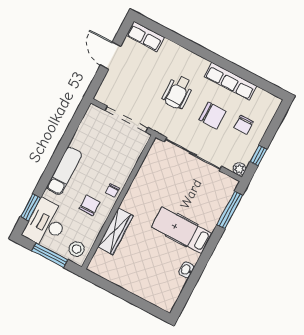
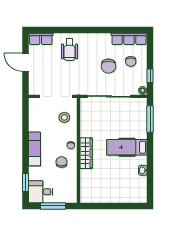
row of seats: (230, 81) -> (129, 39), moved
wheelchair: (178, 92) -> (69, 50), moved
chair: (213, 116) -> (108, 66), turned 90
desk: (46, 224) -> (41, 192), width x0.73
wardrobe: (115, 231) -> (86, 153), moved
stool: (77, 249) -> (64, 117), moved

